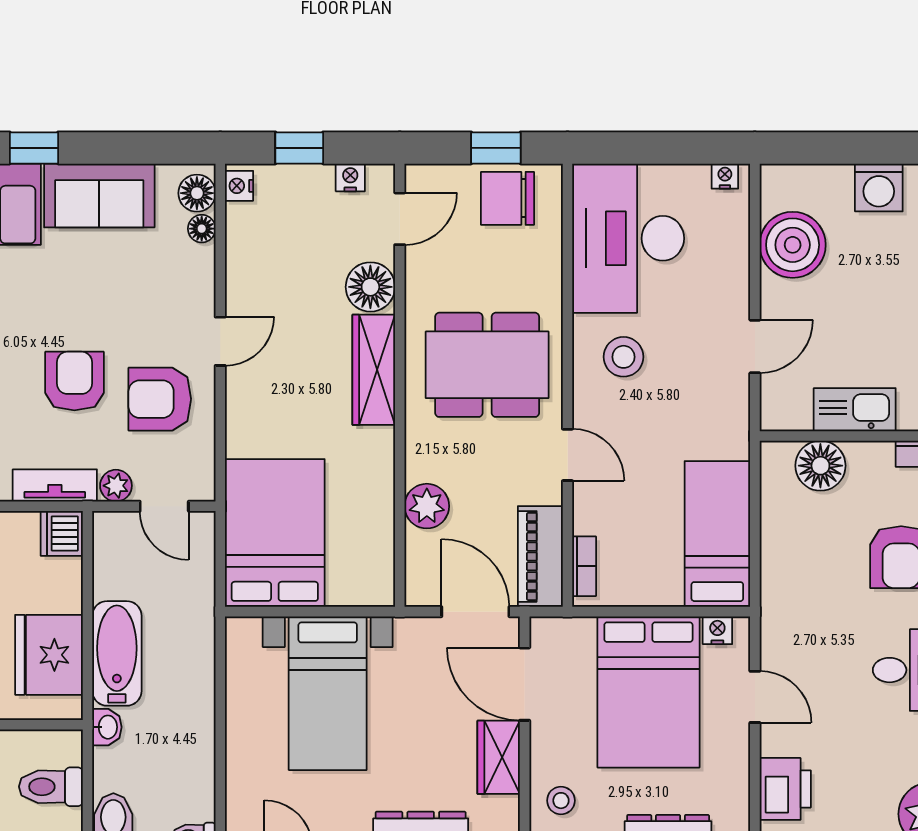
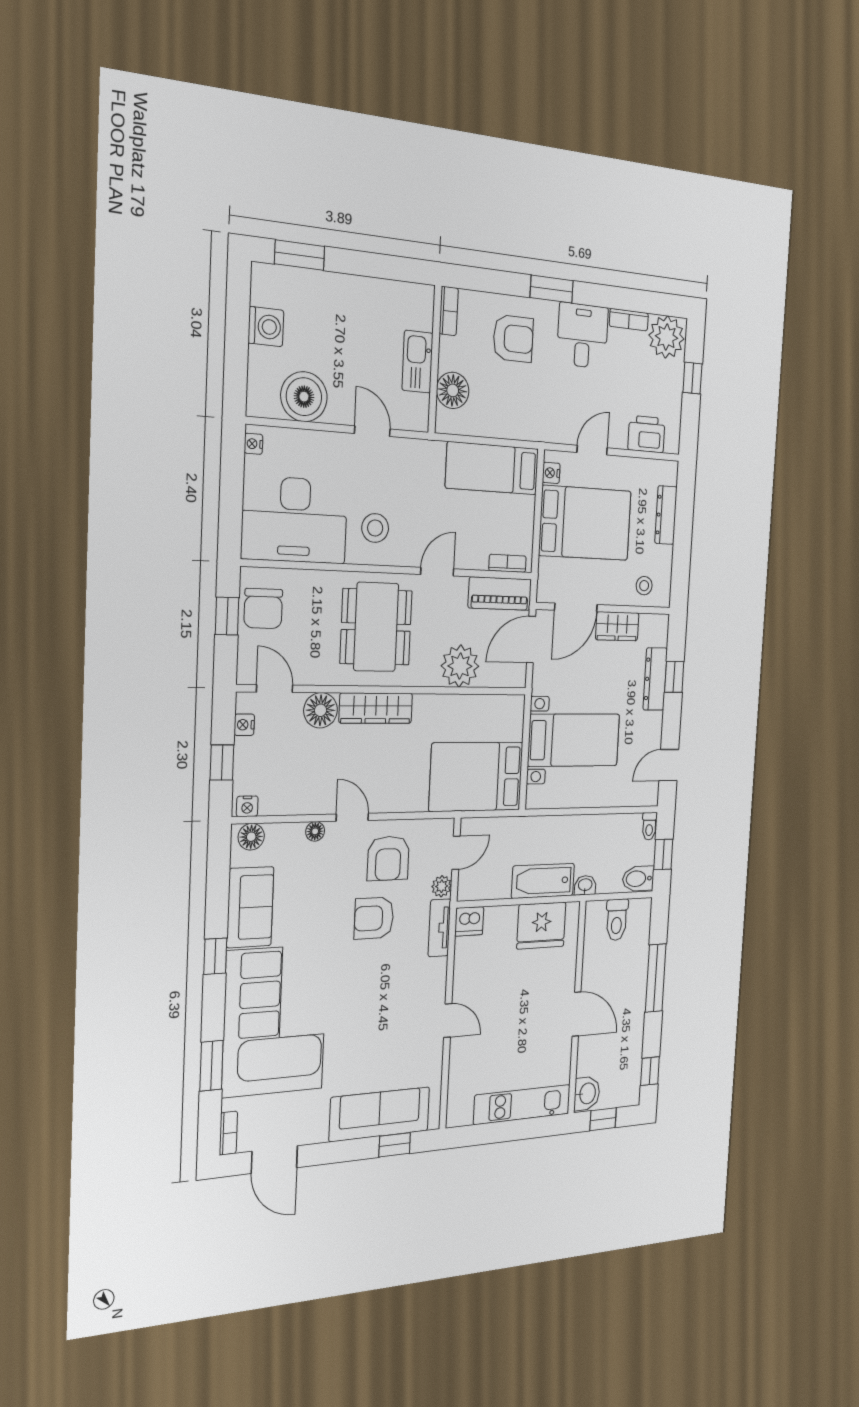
floor lamp: (202, 229) -> (315, 831), moved
plant: (427, 506) -> (460, 666), width x1.36, depth x1.36

